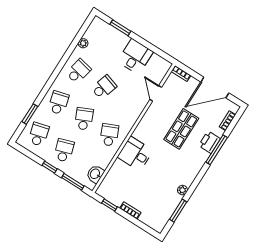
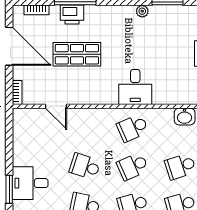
desk: (135, 57) -> (30, 183), moved
door: (156, 93) -> (56, 106), hinge flipped

